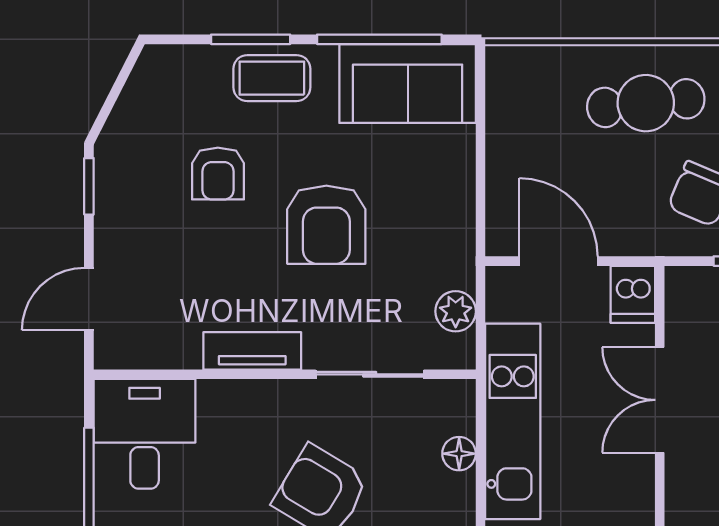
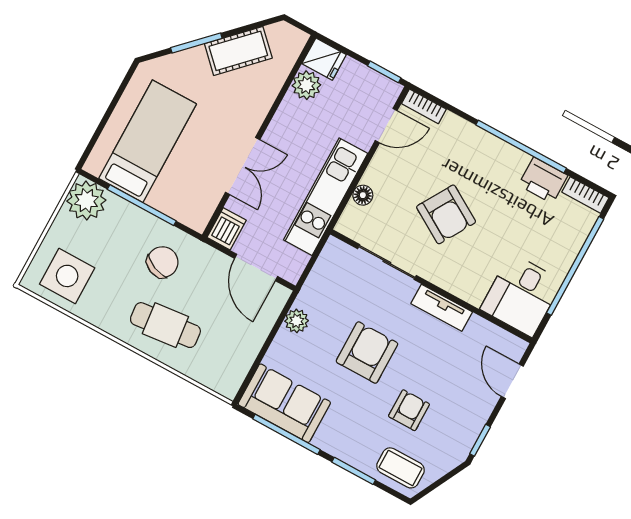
coffee table: (272, 78) -> (401, 468), moved
door: (89, 299) -> (512, 381), swing flipped
plant: (456, 311) -> (297, 321), moved

